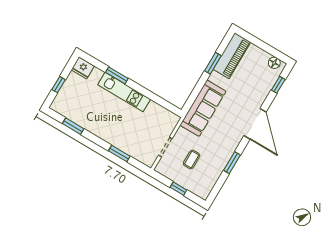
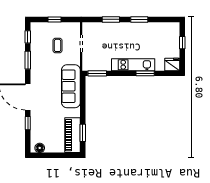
window: (213, 63) -> (83, 133), moved
window: (278, 85) -> (28, 123), moved
window: (167, 105) -> (97, 73), added
window: (73, 126) -> (139, 19), moved
window: (218, 187) -> (28, 37), added

